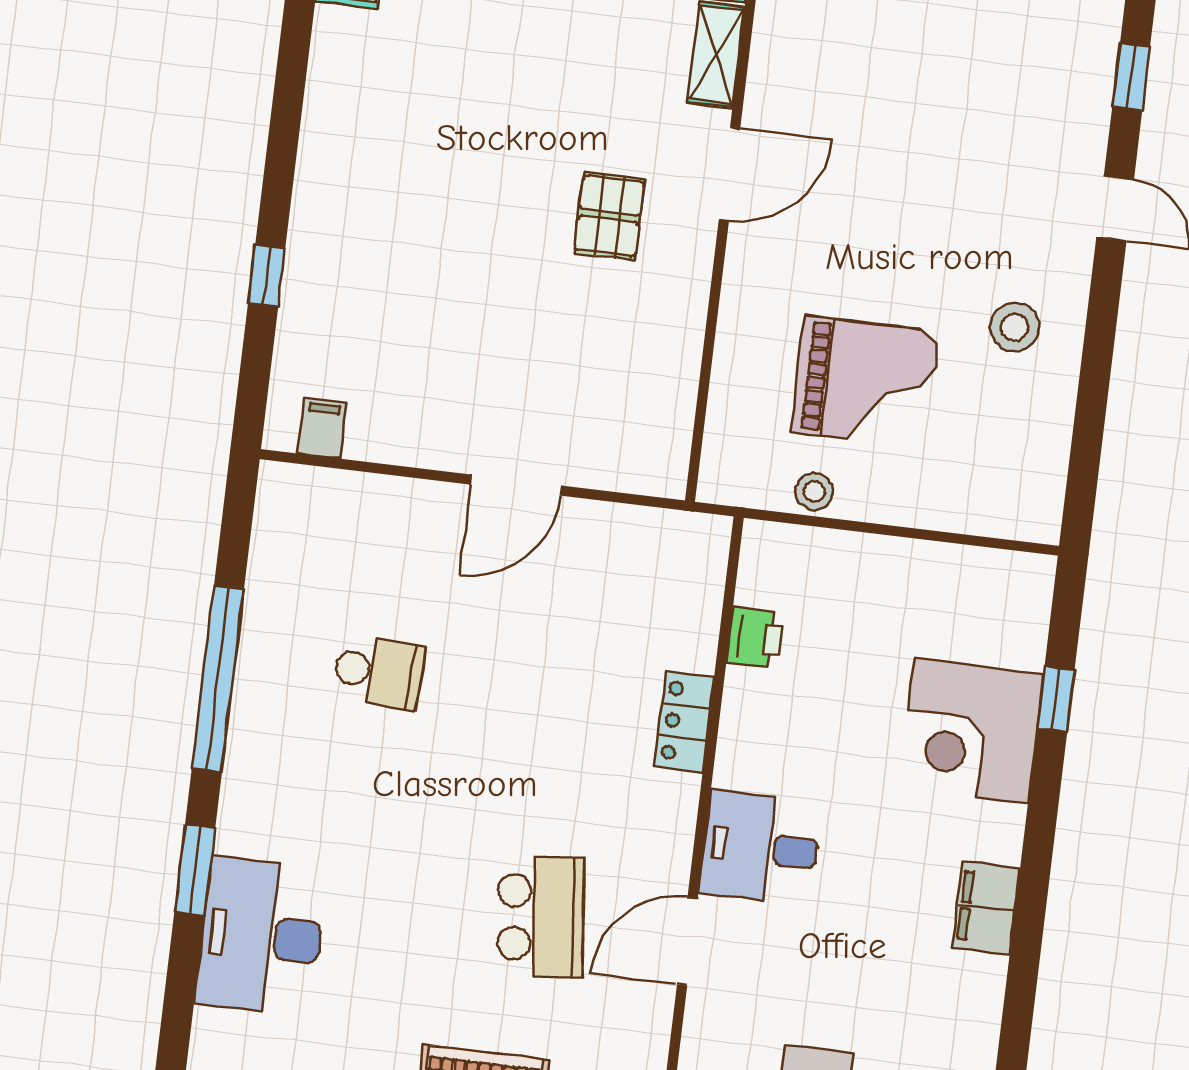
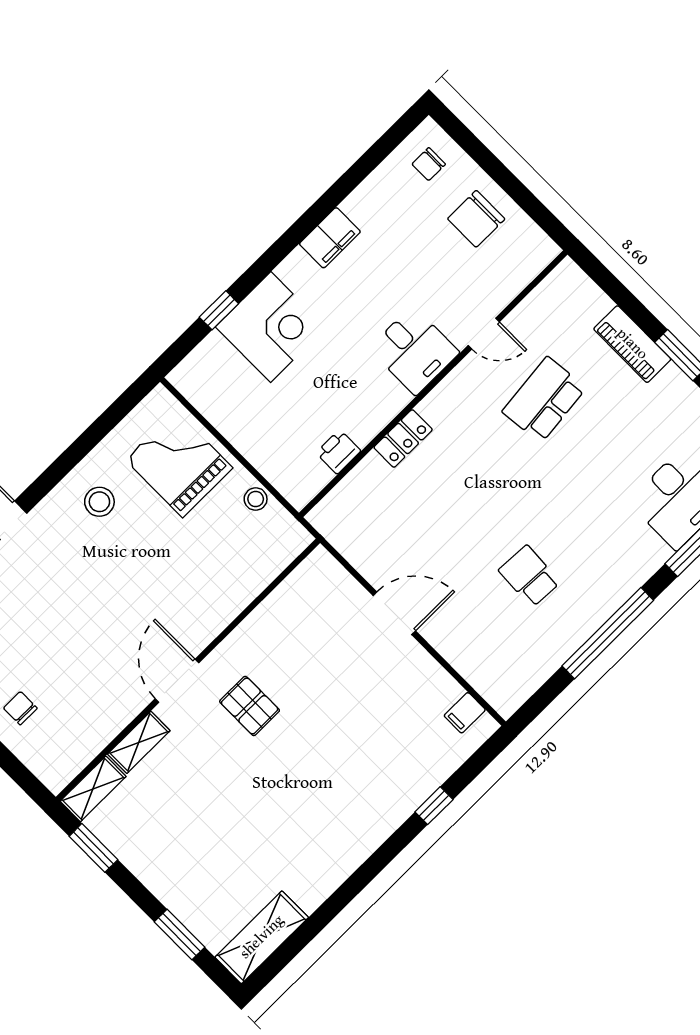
door: (730, 174) -> (177, 681), hinge flipped
pallet: (609, 216) -> (250, 706), turned 90
grand piano: (865, 382) -> (179, 464), moved
door: (687, 941) -> (484, 334), width x0.73

